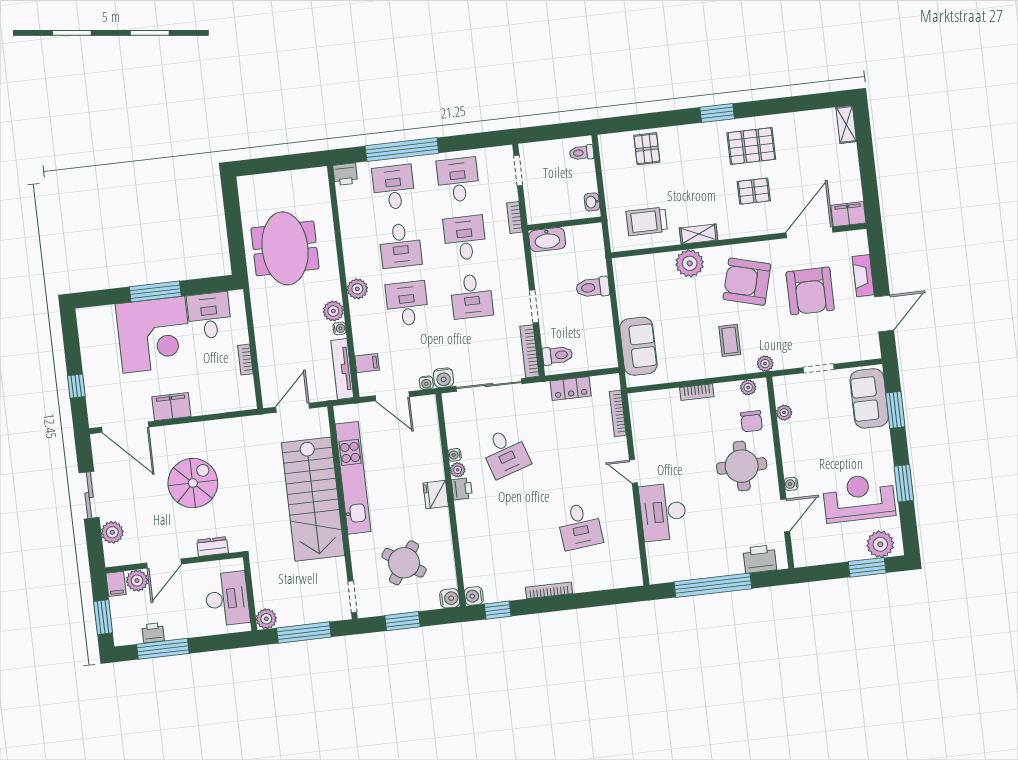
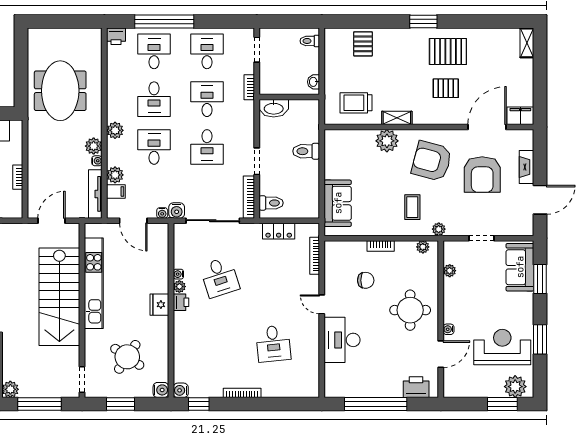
plant: (364, 343) -> (115, 175), added
chair: (752, 421) -> (366, 280), moved, turned -90

